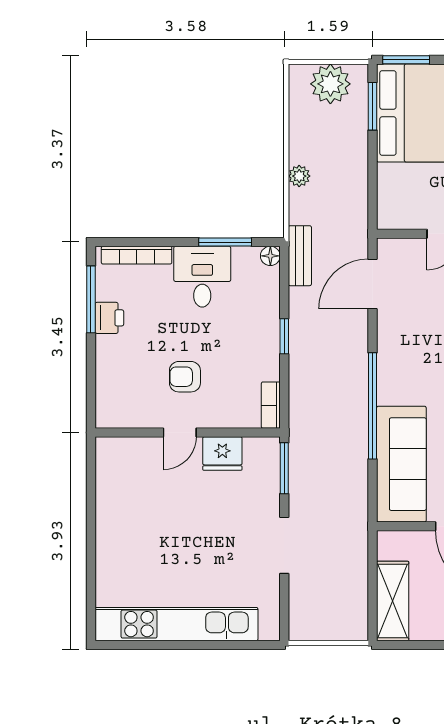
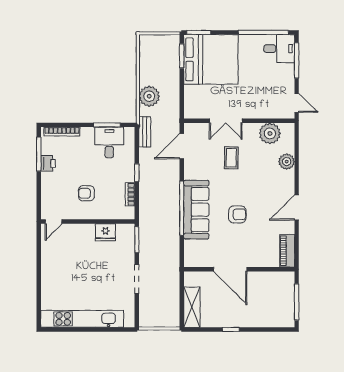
plant: (330, 84) -> (160, 45), removed
plant: (299, 176) -> (149, 96), width x1.88, depth x1.88
floor lamp: (270, 256) -> (130, 132), removed
desk: (202, 277) -> (109, 142), moved
bookcase: (271, 405) -> (130, 194), moved
door: (180, 432) -> (54, 222), moved
sofa: (401, 464) -> (196, 210), moved

